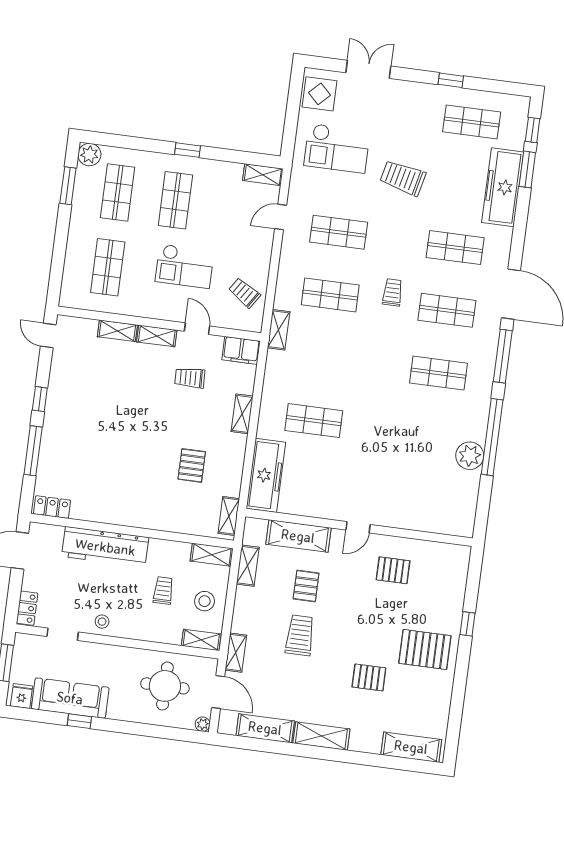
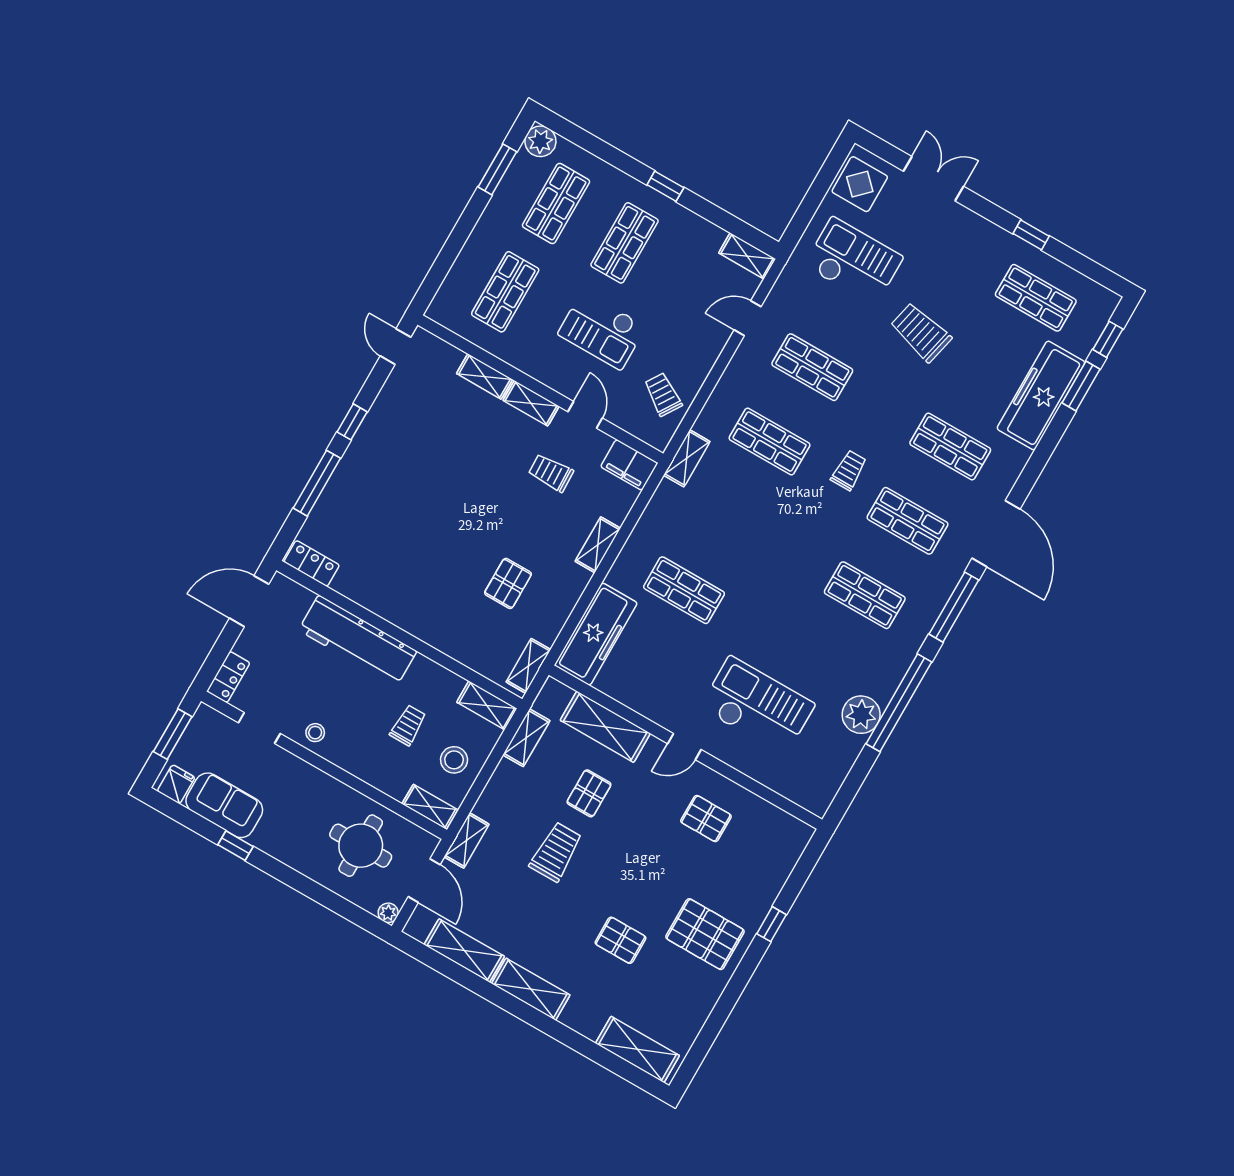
checkout: (337, 148) -> (854, 261), turned 180
checkout: (397, 479) -> (757, 706), added
sofa: (70, 698) -> (224, 805), width x0.73

